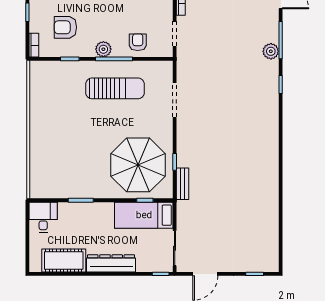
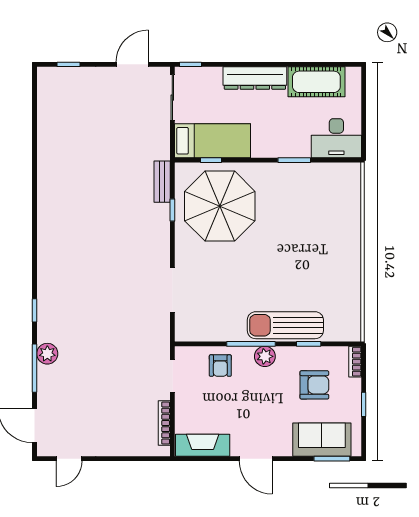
sun lounger: (115, 88) -> (285, 325), moved
desk: (43, 217) -> (336, 138), width x1.37

